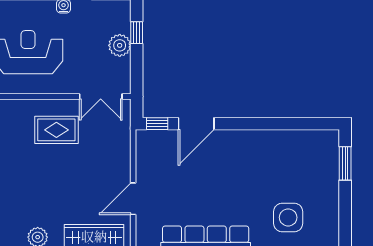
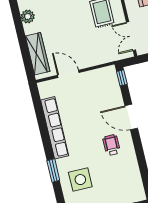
door: (196, 124) -> (131, 117), moved
wheelchair: (250, 161) -> (111, 145), added

